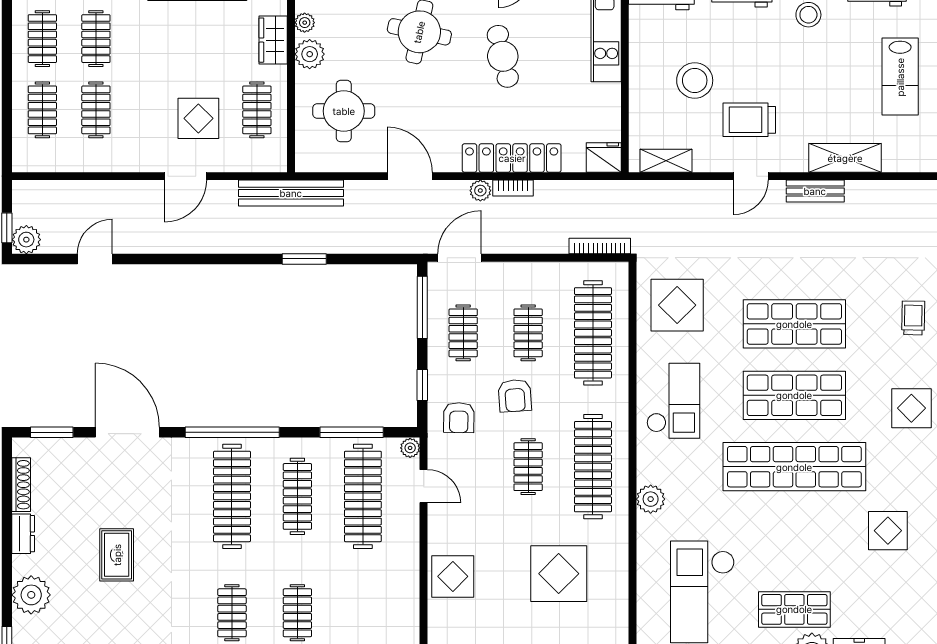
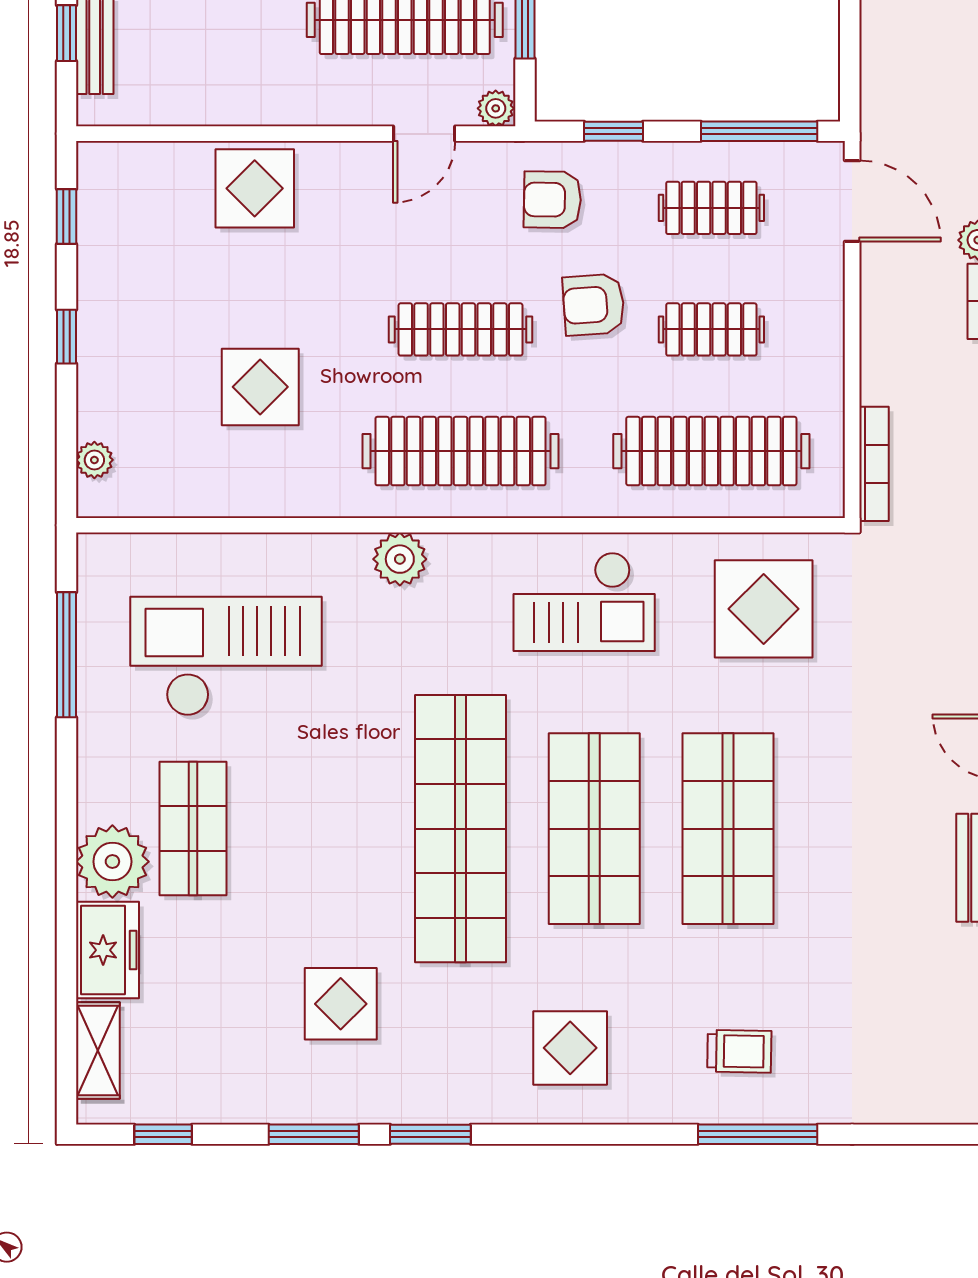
clothes rail: (528, 467) -> (461, 329), width x1.36
display table: (559, 574) -> (260, 387), width x0.73, depth x0.73

